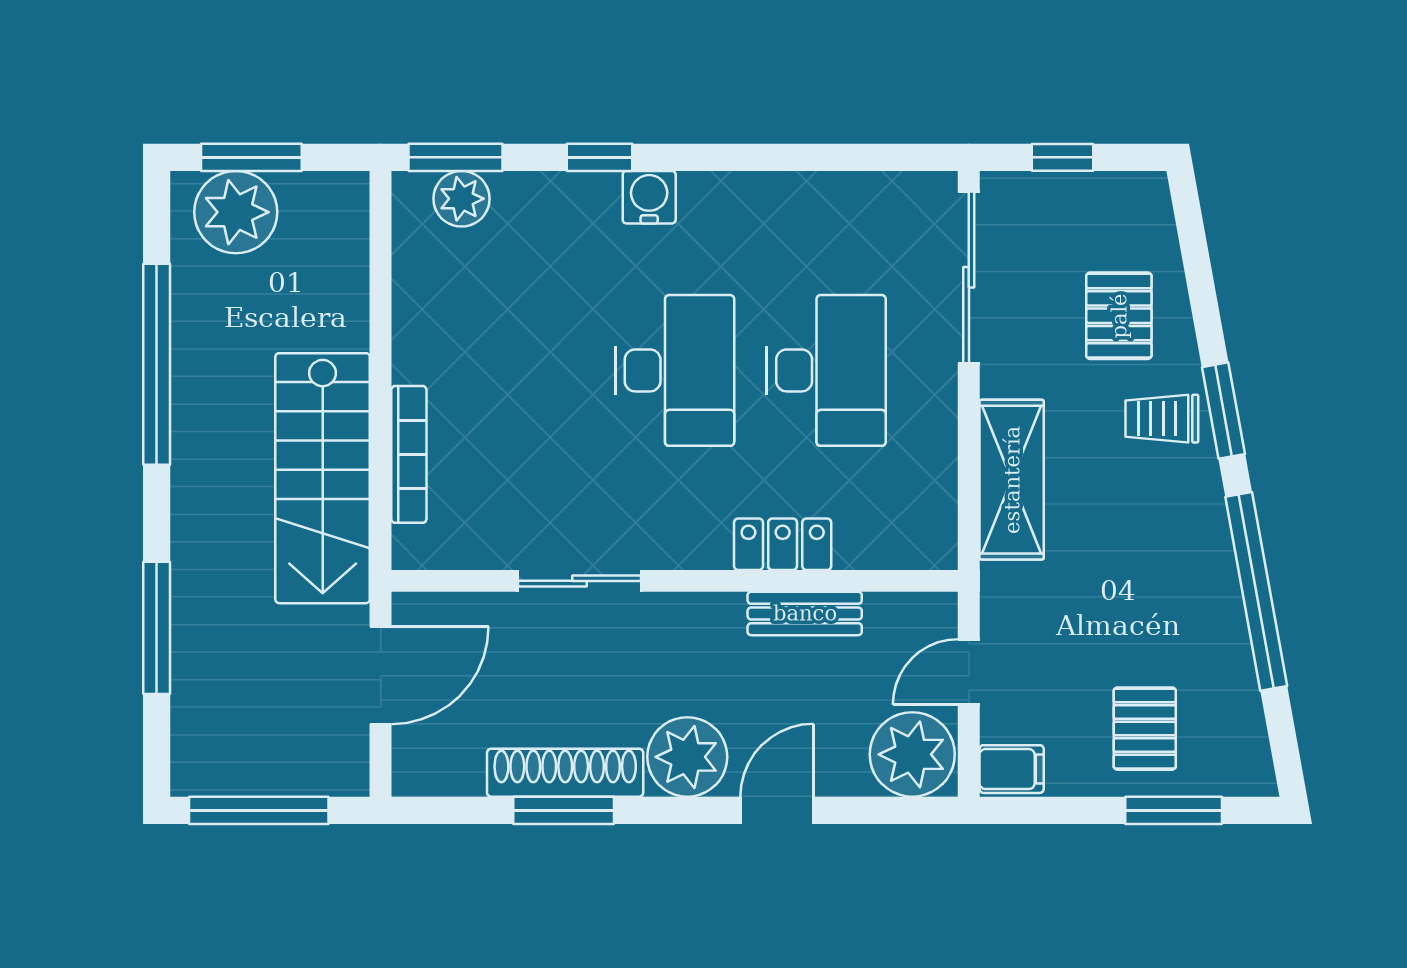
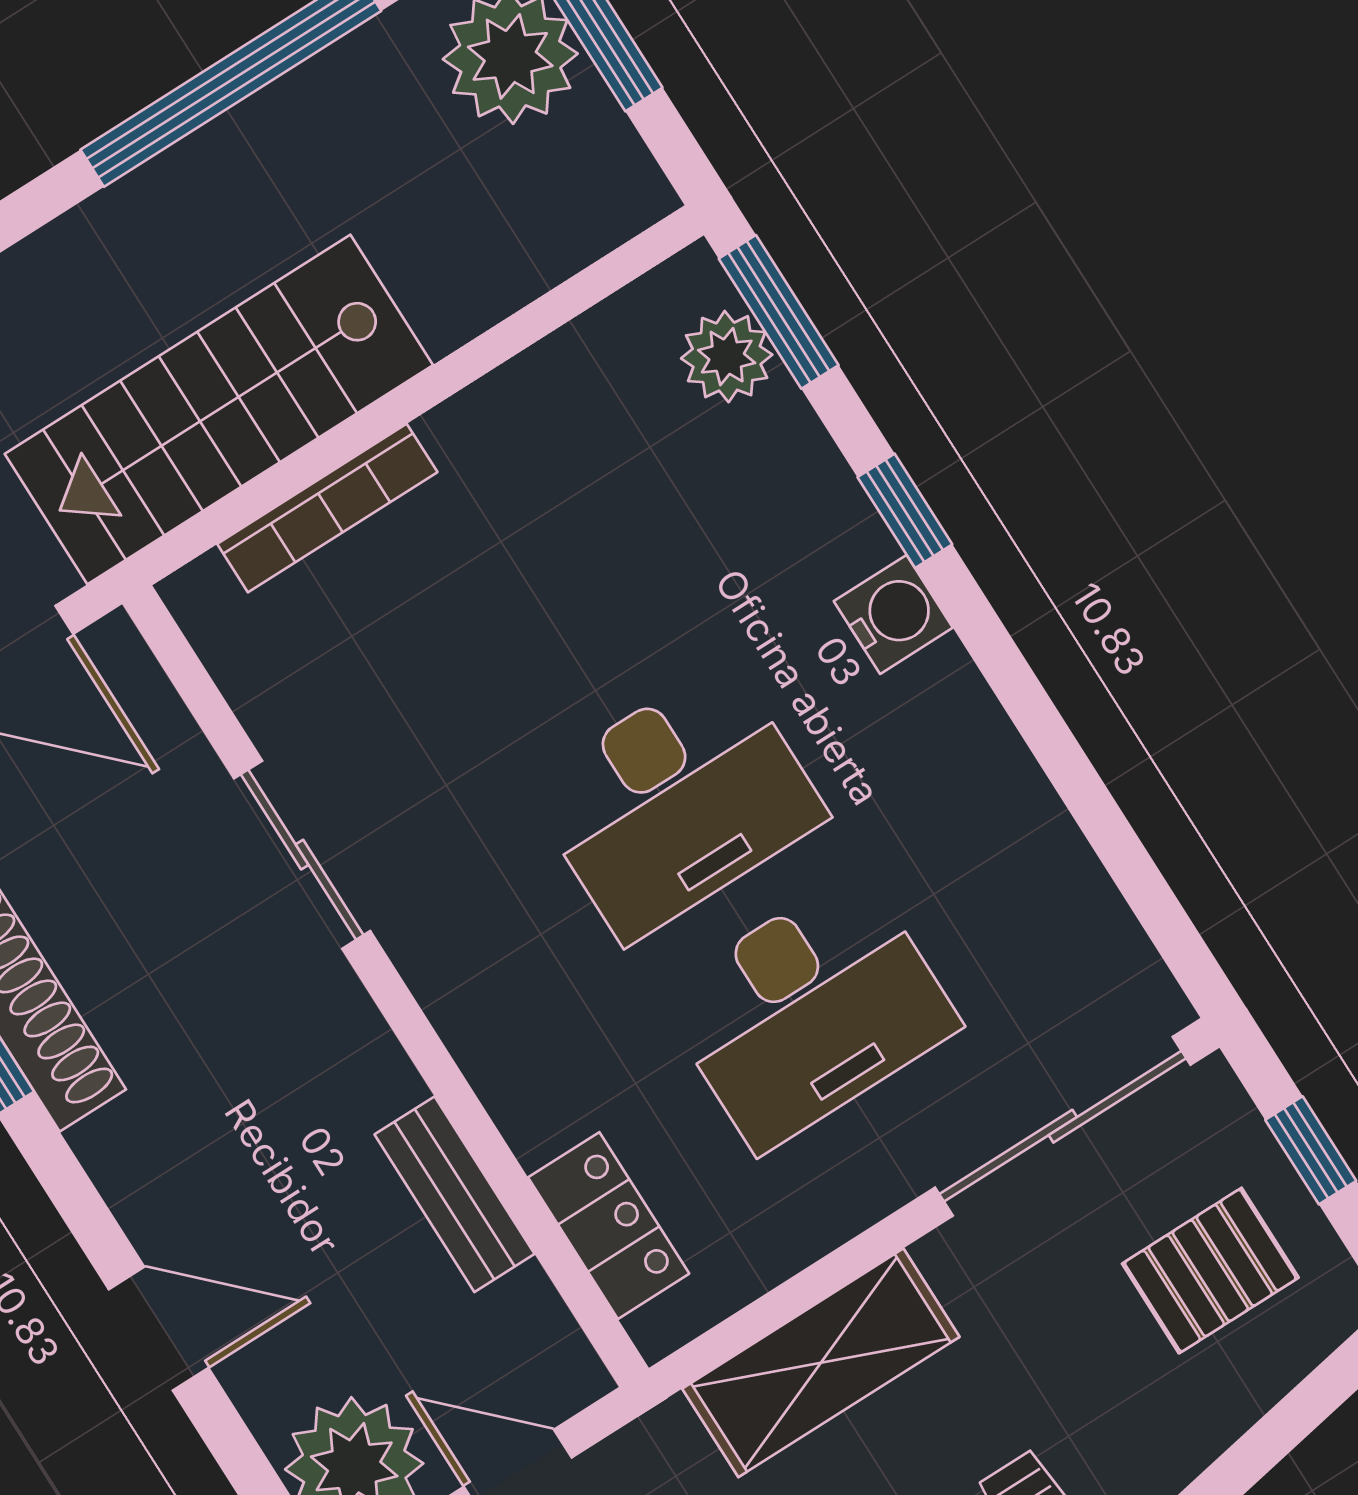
pallet: (1119, 316) -> (1210, 1271), moved
locker: (783, 544) -> (609, 1226), moved
plant: (687, 757) -> (153, 1158), removed

